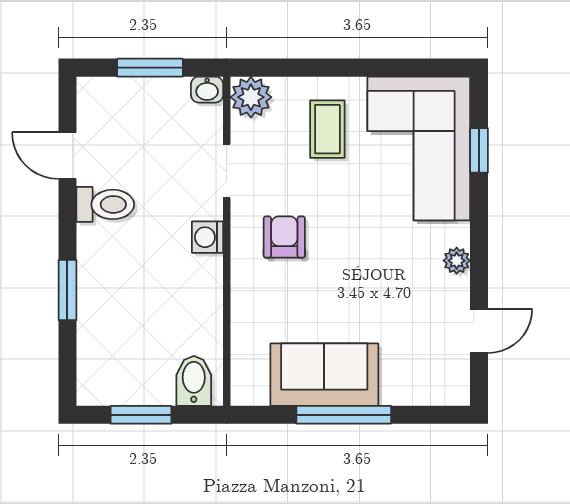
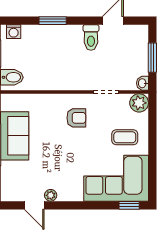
window: (479, 150) -> (129, 205), moved
washing machine: (207, 237) -> (14, 32), moved, turned 180
plant: (457, 261) -> (51, 195), moved

